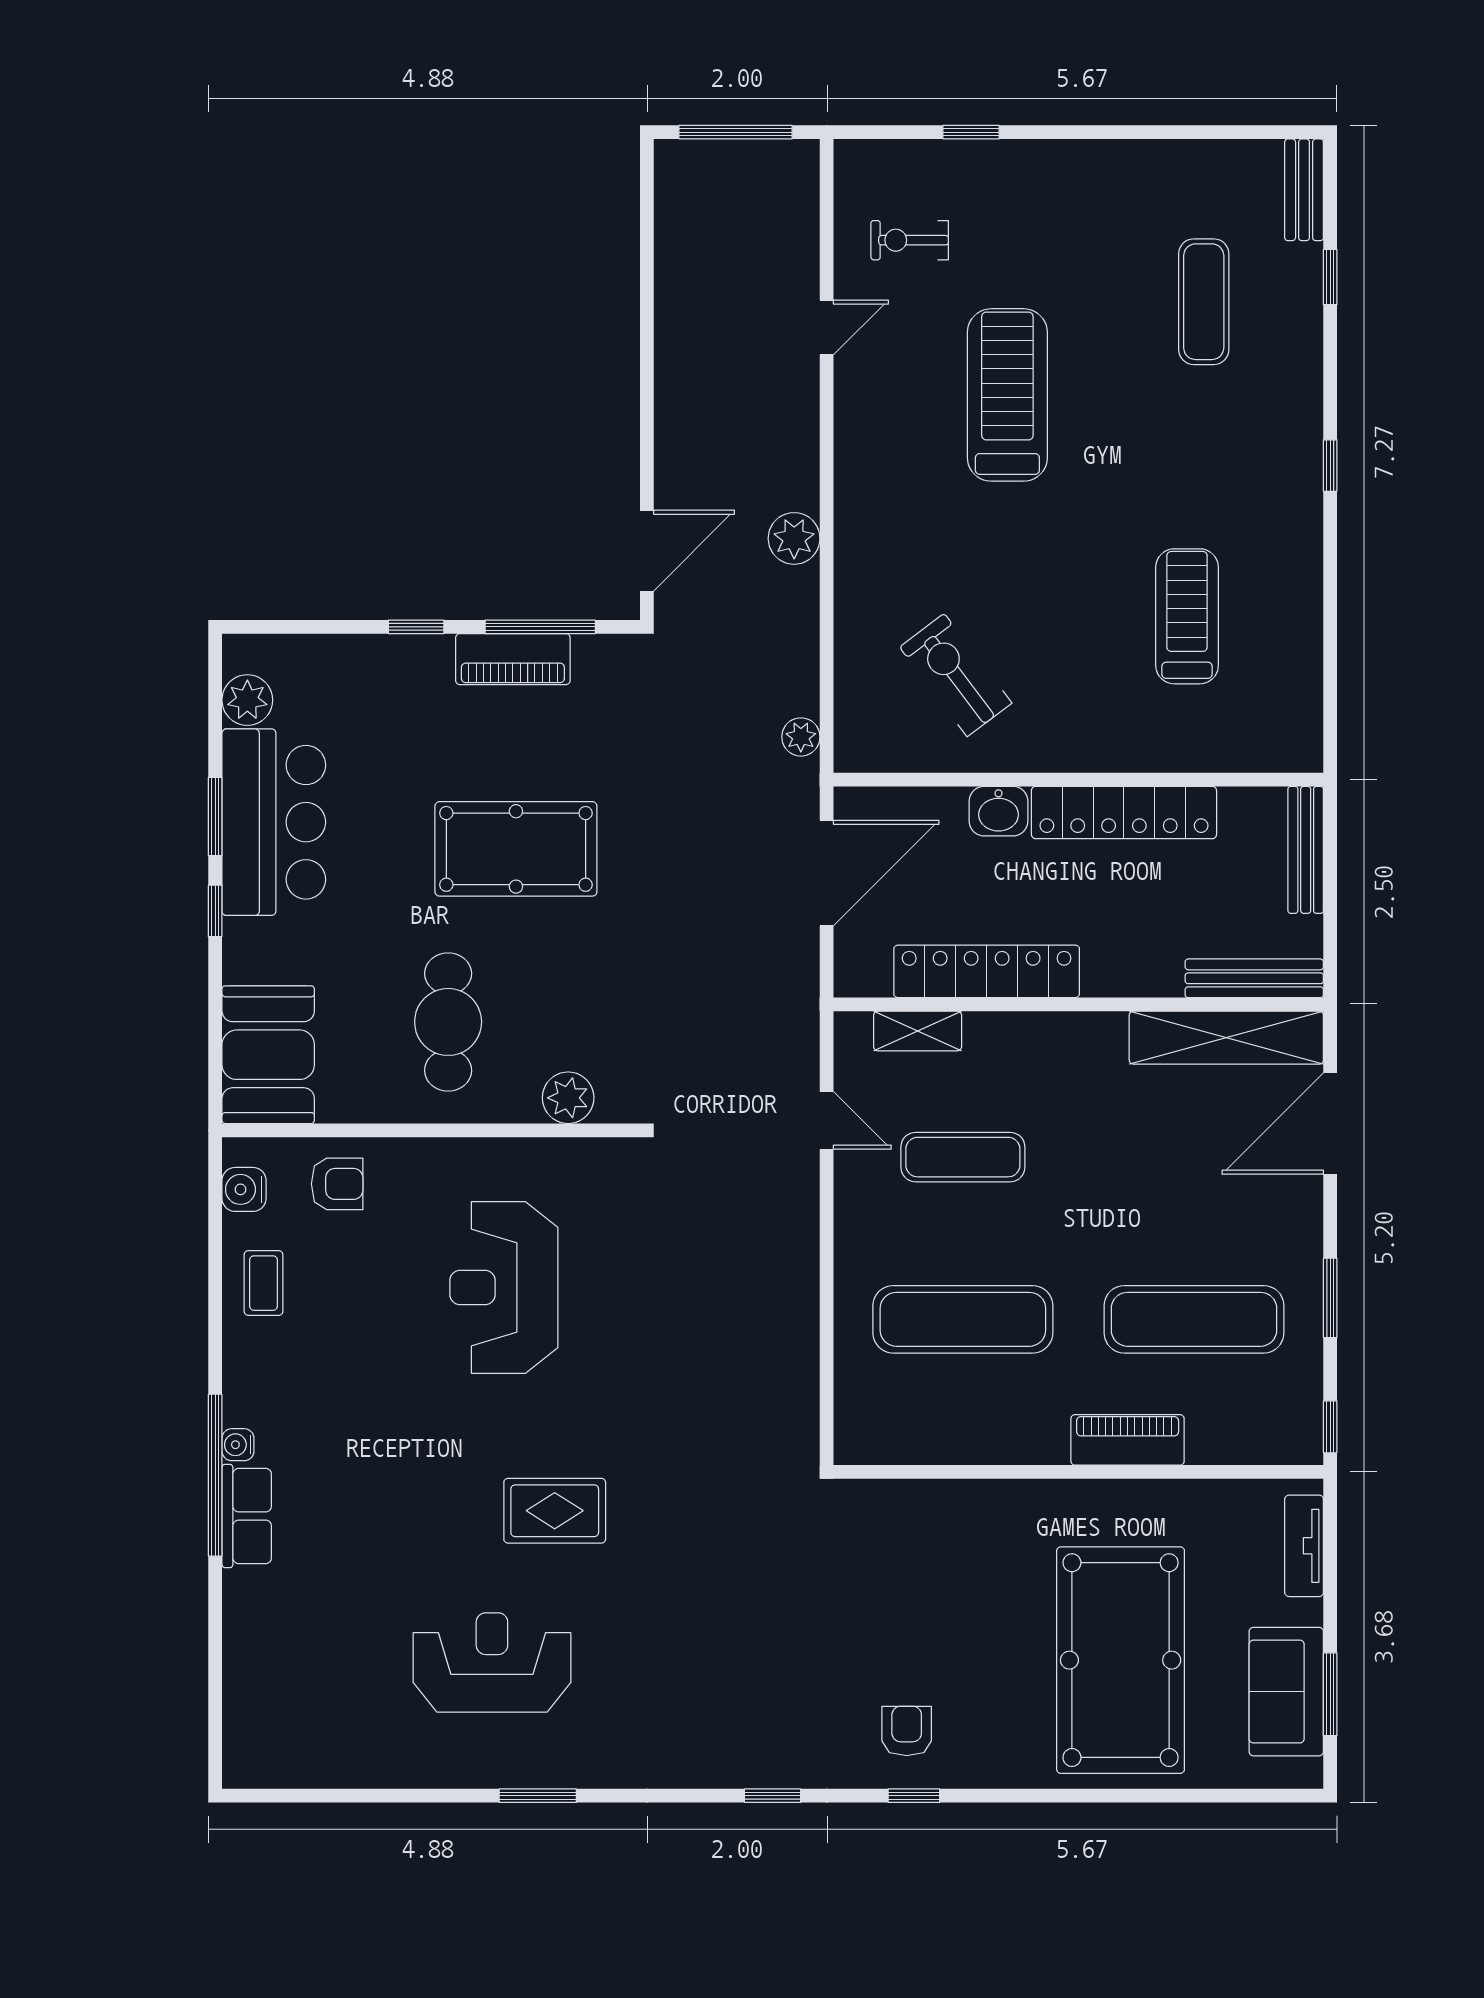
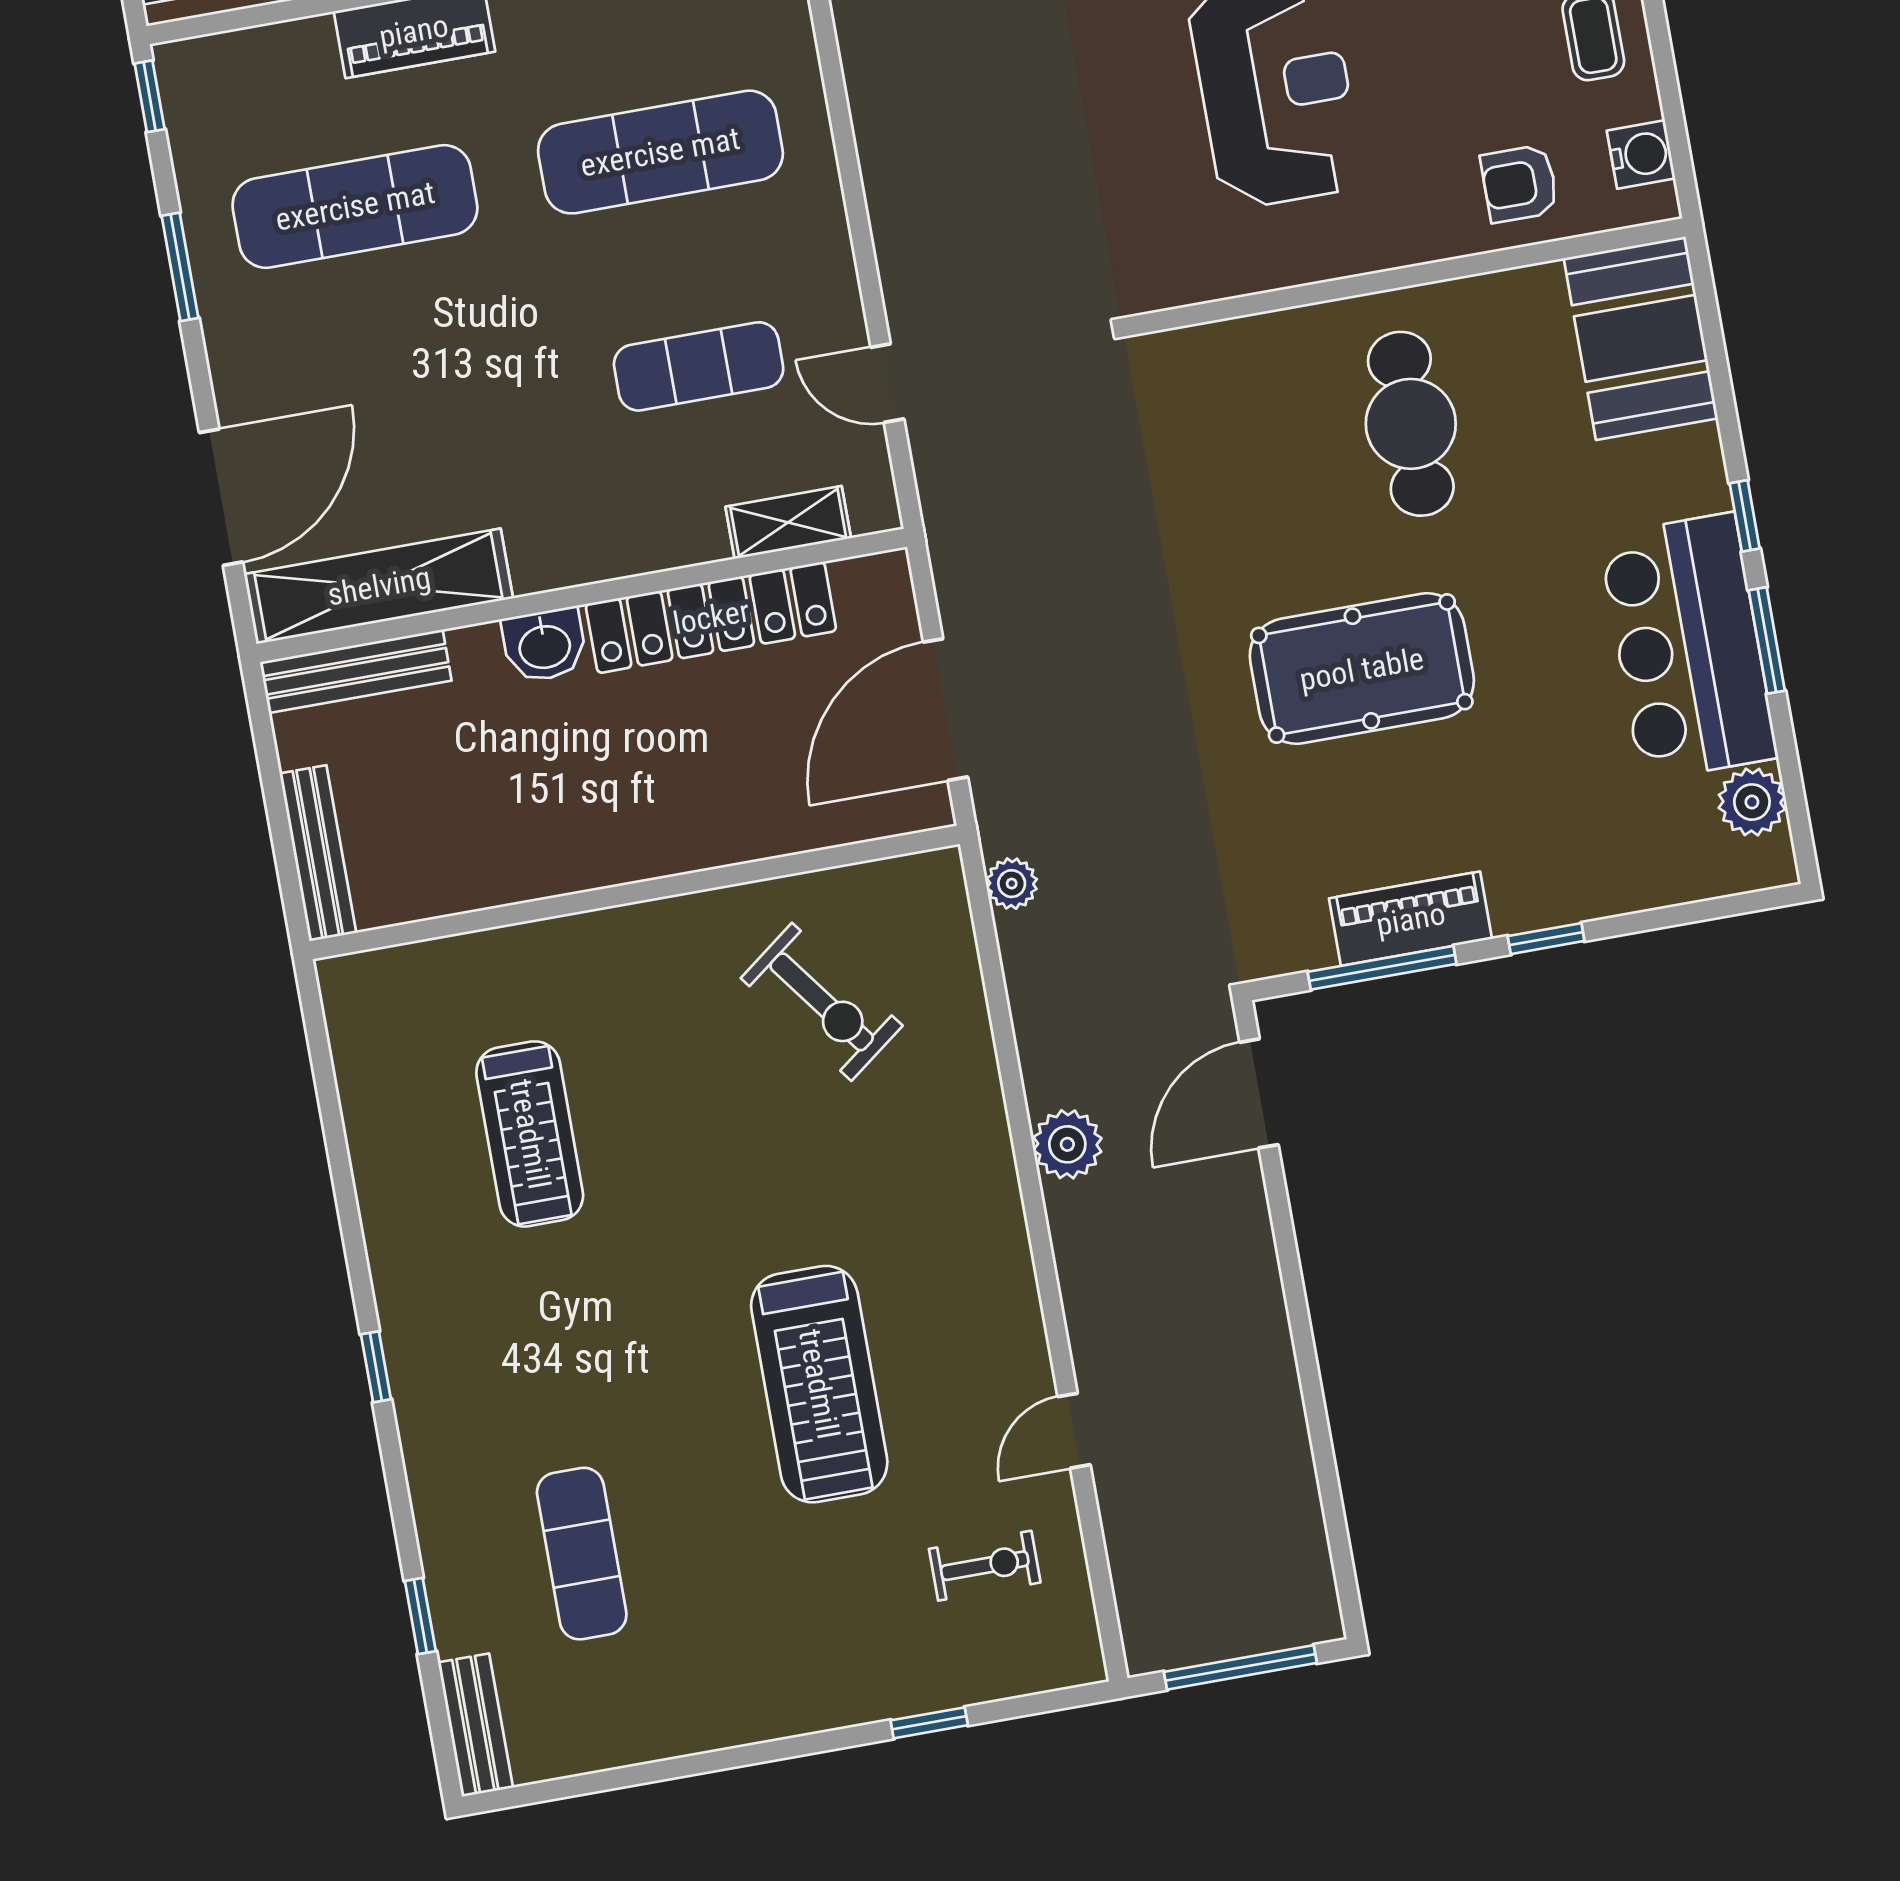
washbasin: (999, 811) -> (544, 645), moved, turned 180
locker: (1124, 813) -> (567, 860), removed
plant: (568, 1098) -> (1234, 352), removed

